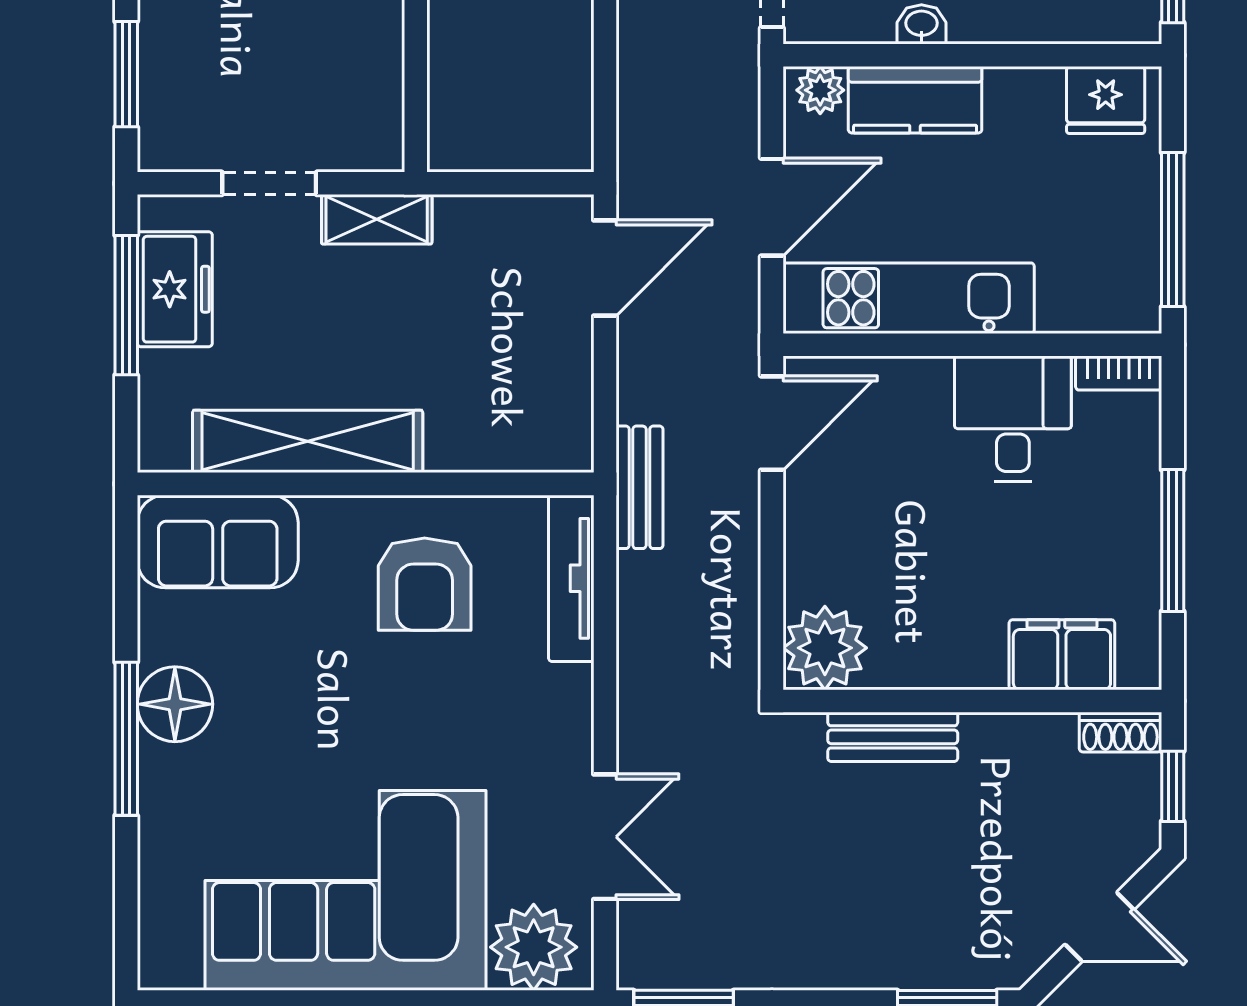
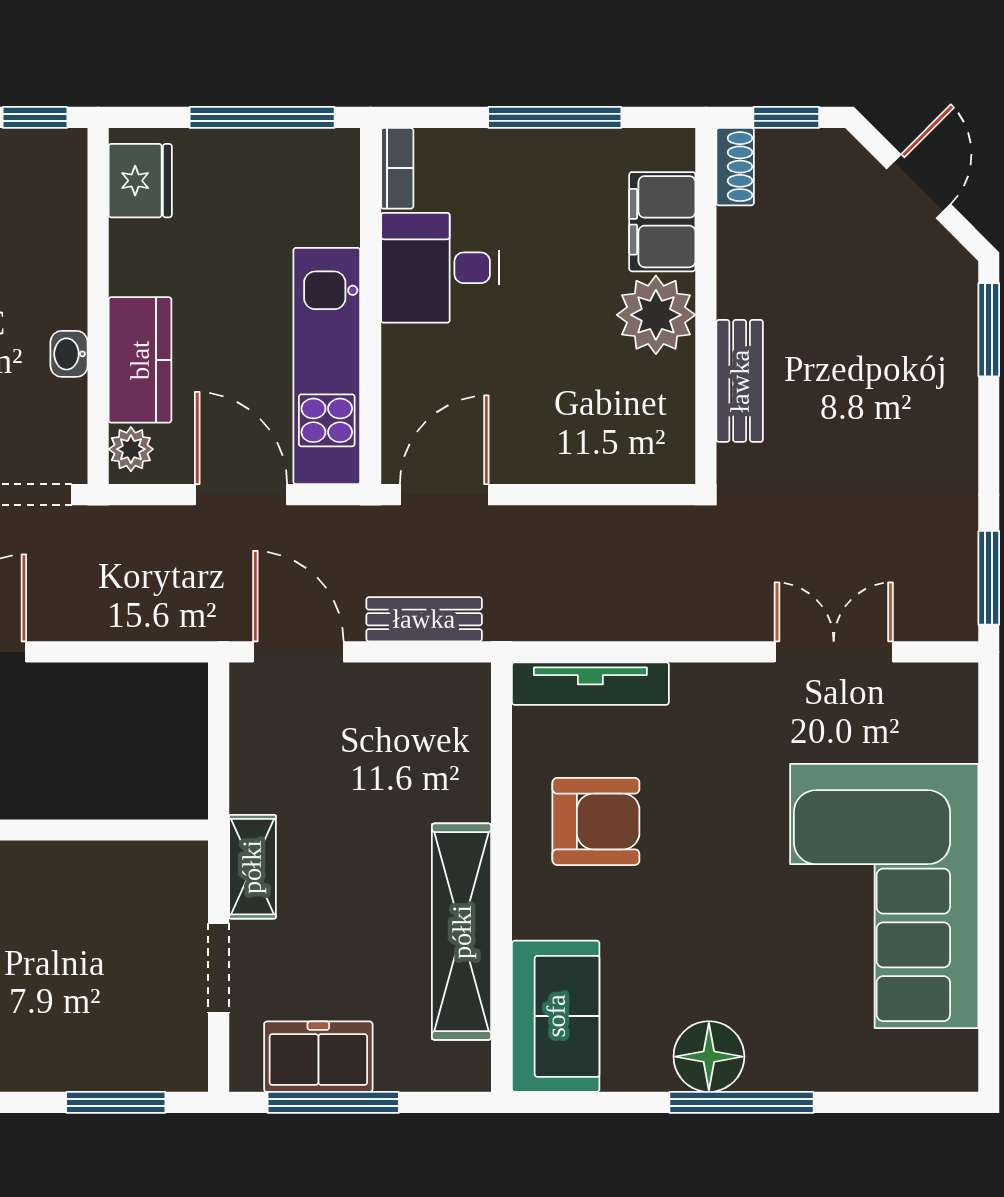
door: (772, 423) -> (444, 495), hinge flipped
bench: (639, 487) -> (424, 619), moved
plant: (825, 648) -> (656, 315), moved
plant: (534, 947) -> (938, 719), removed

